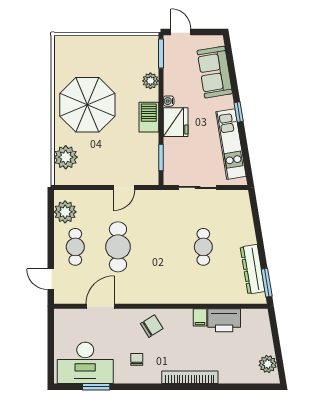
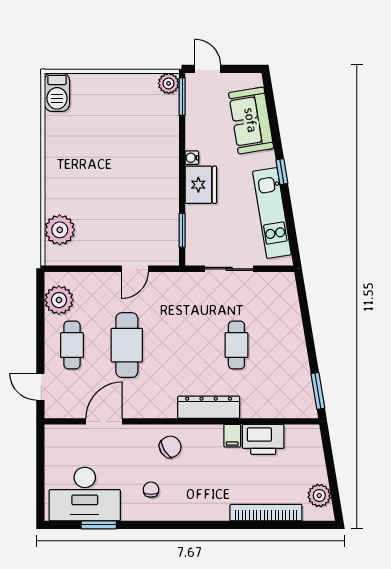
plant: (150, 81) -> (169, 83), moved
parasol: (87, 105) -> (88, 163), removed
barbecue: (149, 117) -> (57, 92), moved, turned 180
dresser: (253, 269) -> (209, 407), moved, turned 99
bookcase: (190, 377) -> (266, 513), moved

